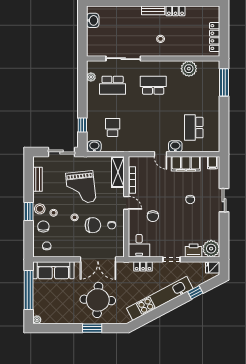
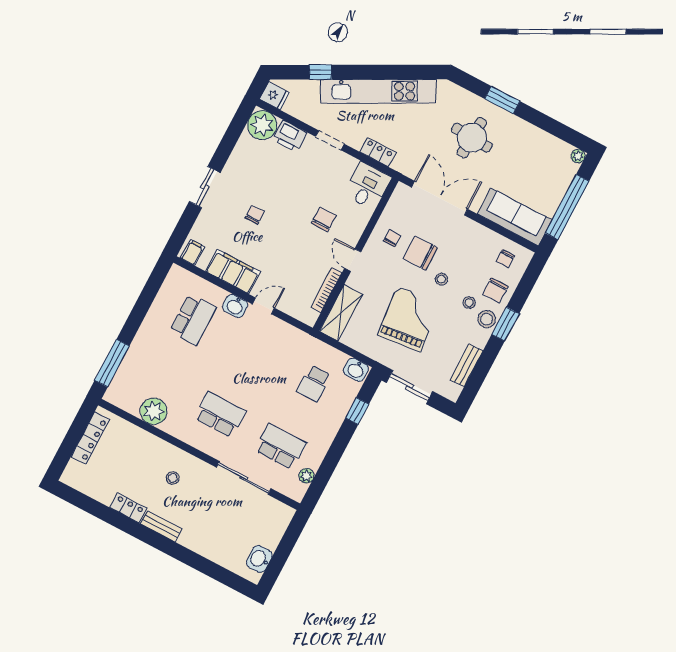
school desk: (153, 85) -> (220, 415), turned 180
door: (160, 154) -> (263, 306), hinge flipped
round table: (98, 300) -> (472, 138), width x0.73, depth x0.73

